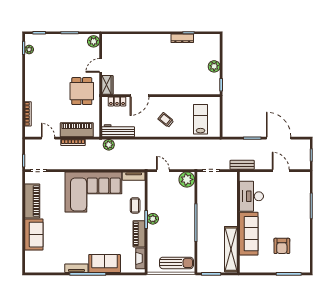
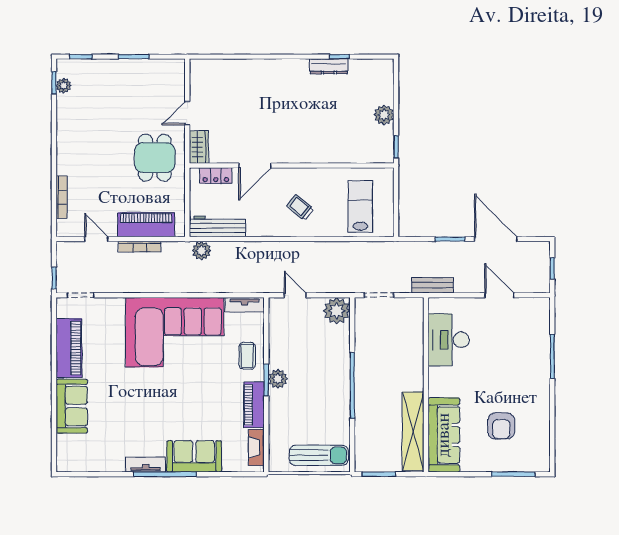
plant: (94, 41) -> (175, 72), removed
sofa: (249, 234) -> (444, 435), moved

